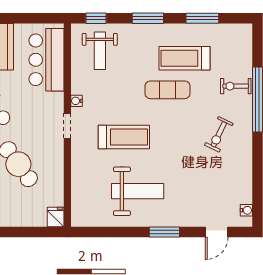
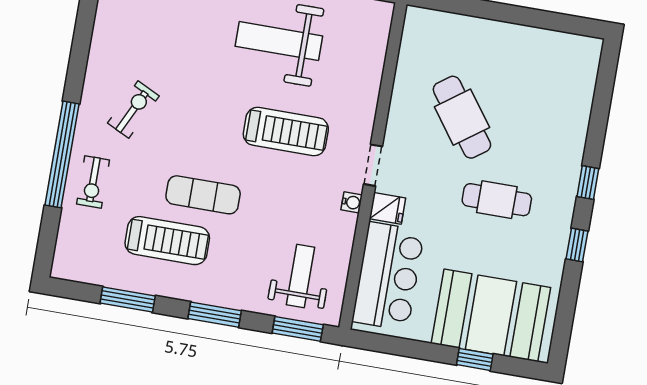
window: (96, 18) -> (298, 329), width x1.50
exercise bike: (236, 86) -> (93, 182), turned 90
treadmill: (124, 137) -> (286, 132), turned 180
fridge: (56, 217) -> (387, 208), moved, turned -90

